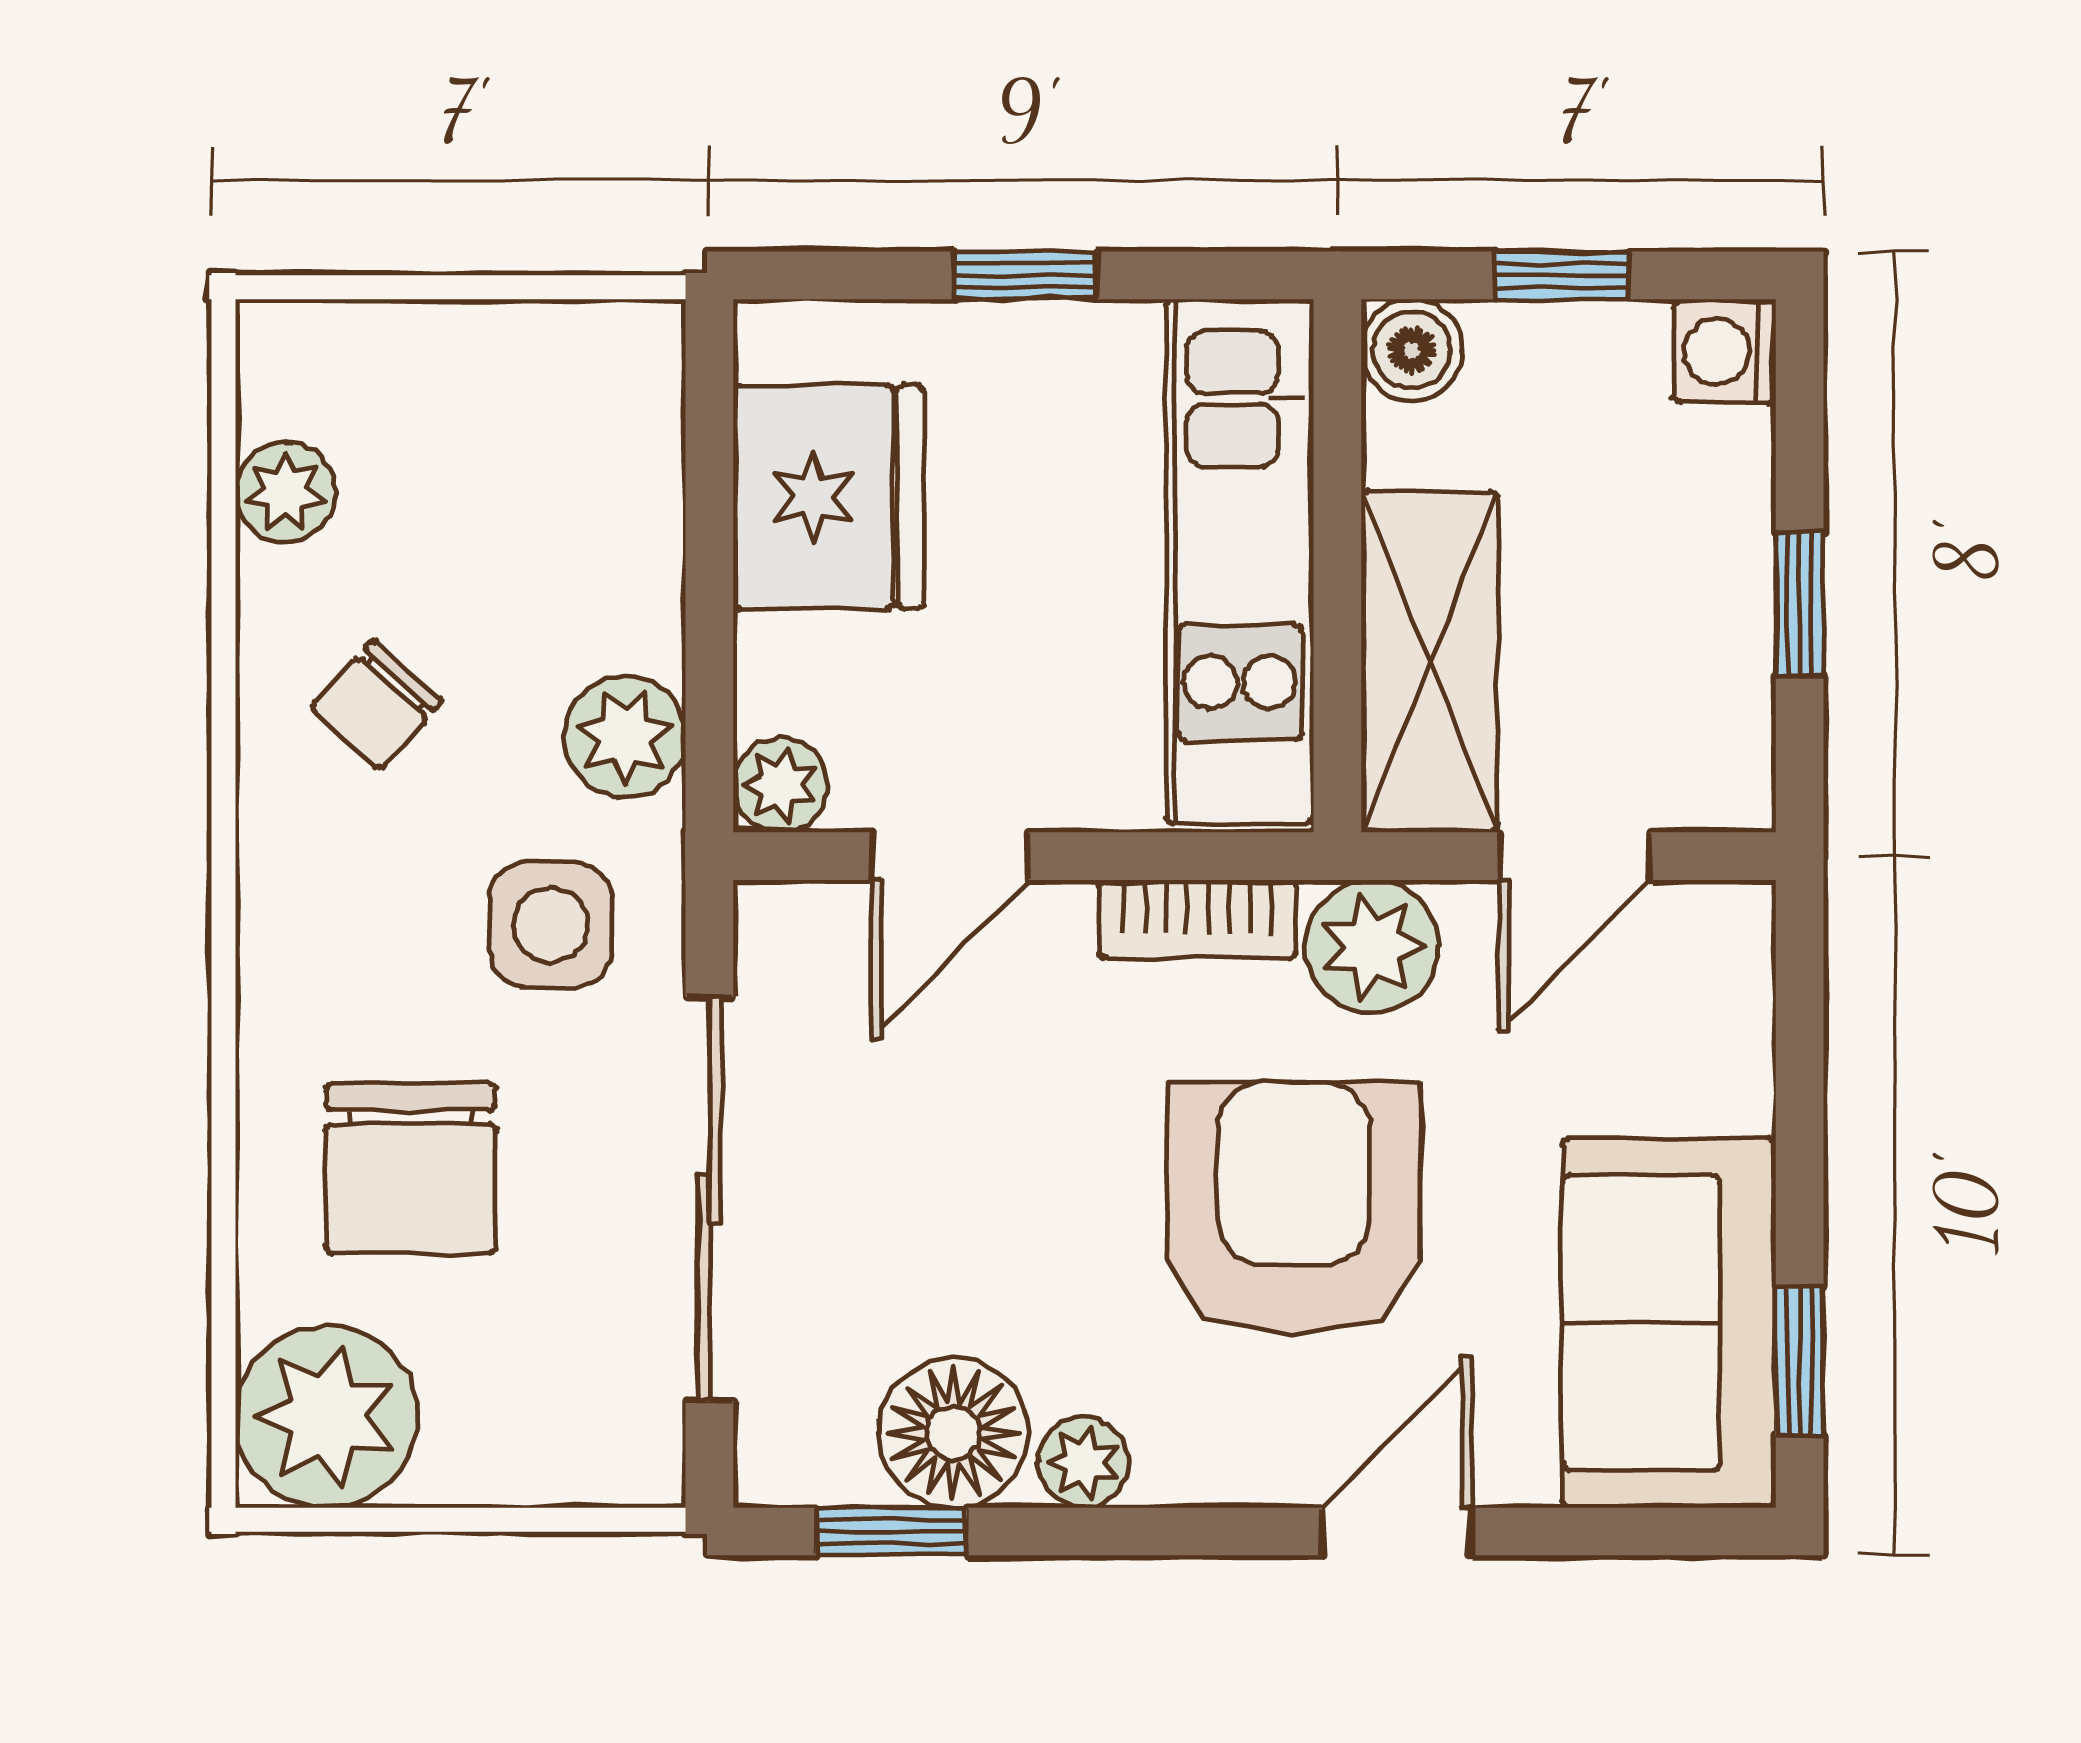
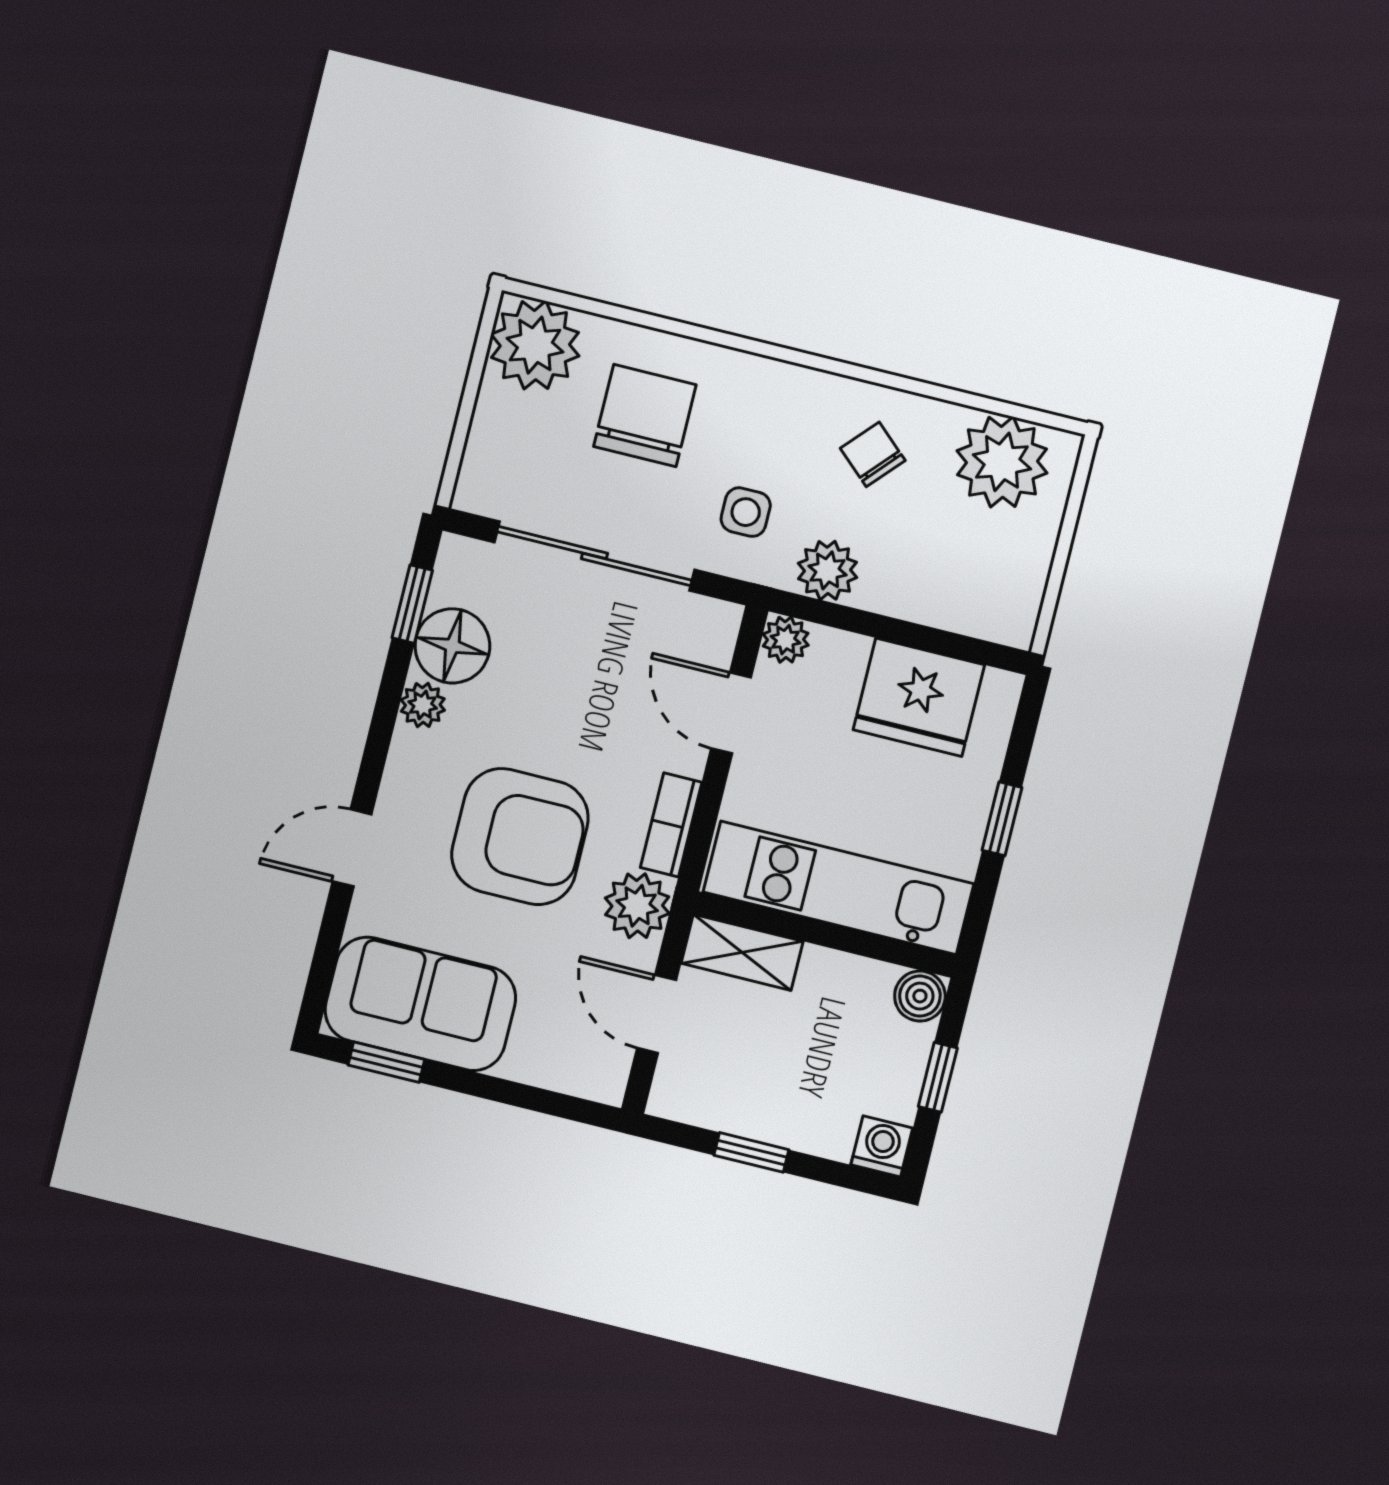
plant: (285, 492) -> (1002, 462), width x1.87, depth x1.87
shelving: (1429, 662) -> (742, 952), width x0.67, depth x0.75
side table: (551, 925) -> (746, 512), width x0.73, depth x0.73
chair: (411, 1168) -> (645, 416), turned 90
door: (1397, 1532) -> (352, 848), swing flipped

